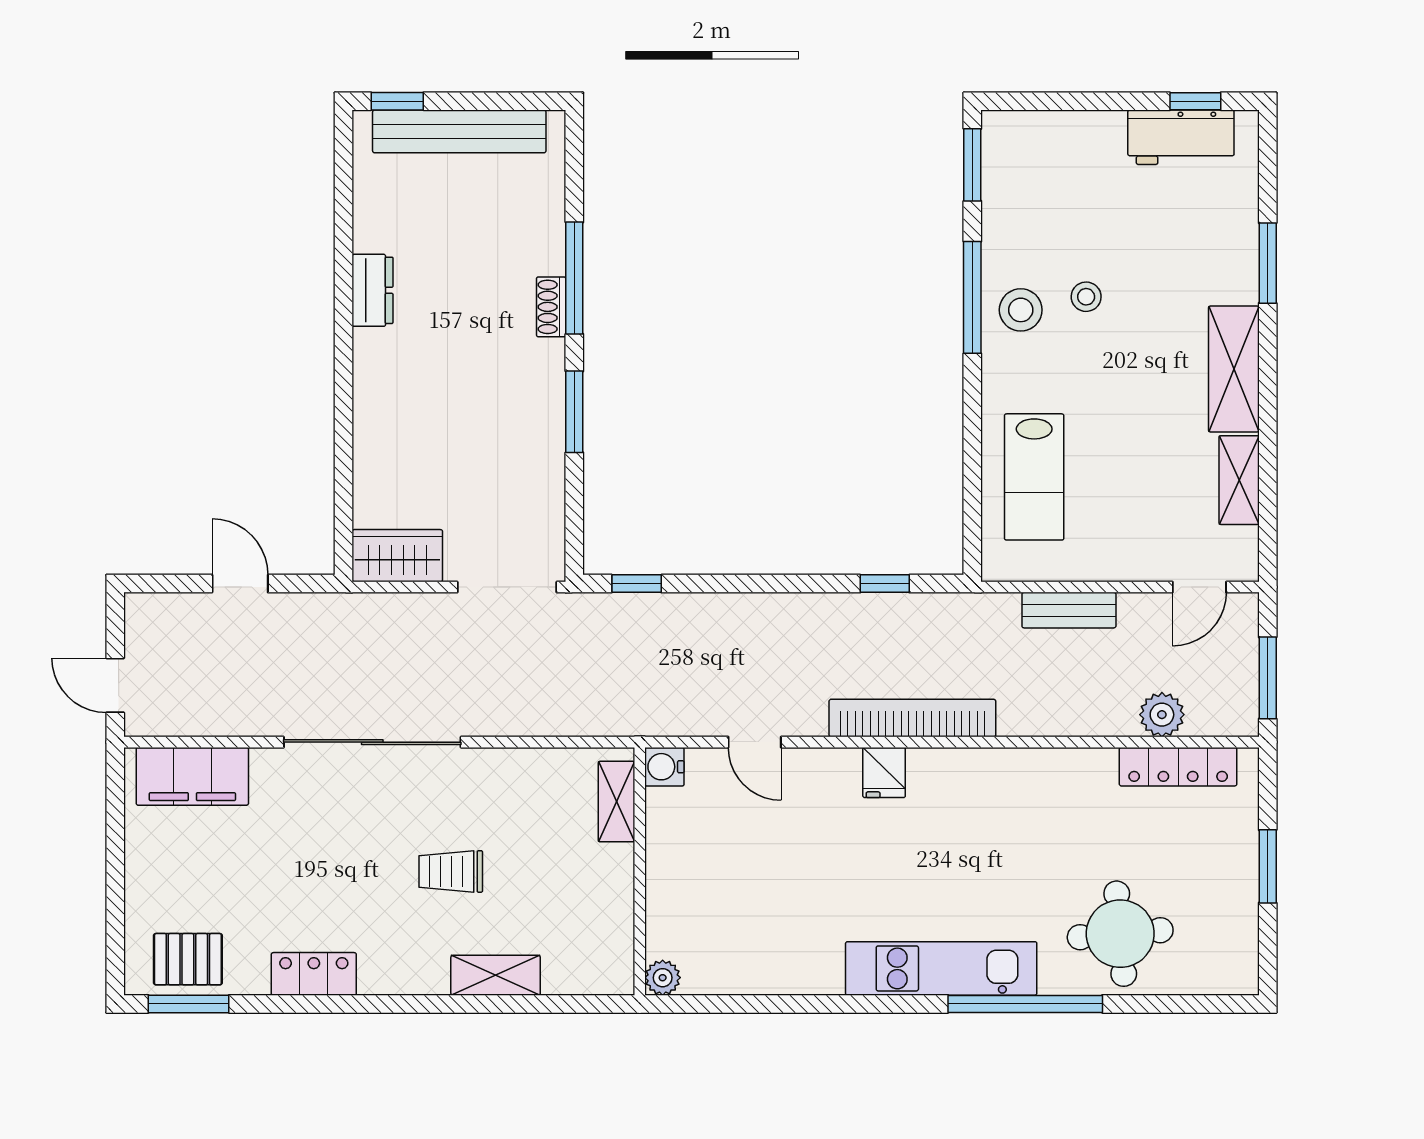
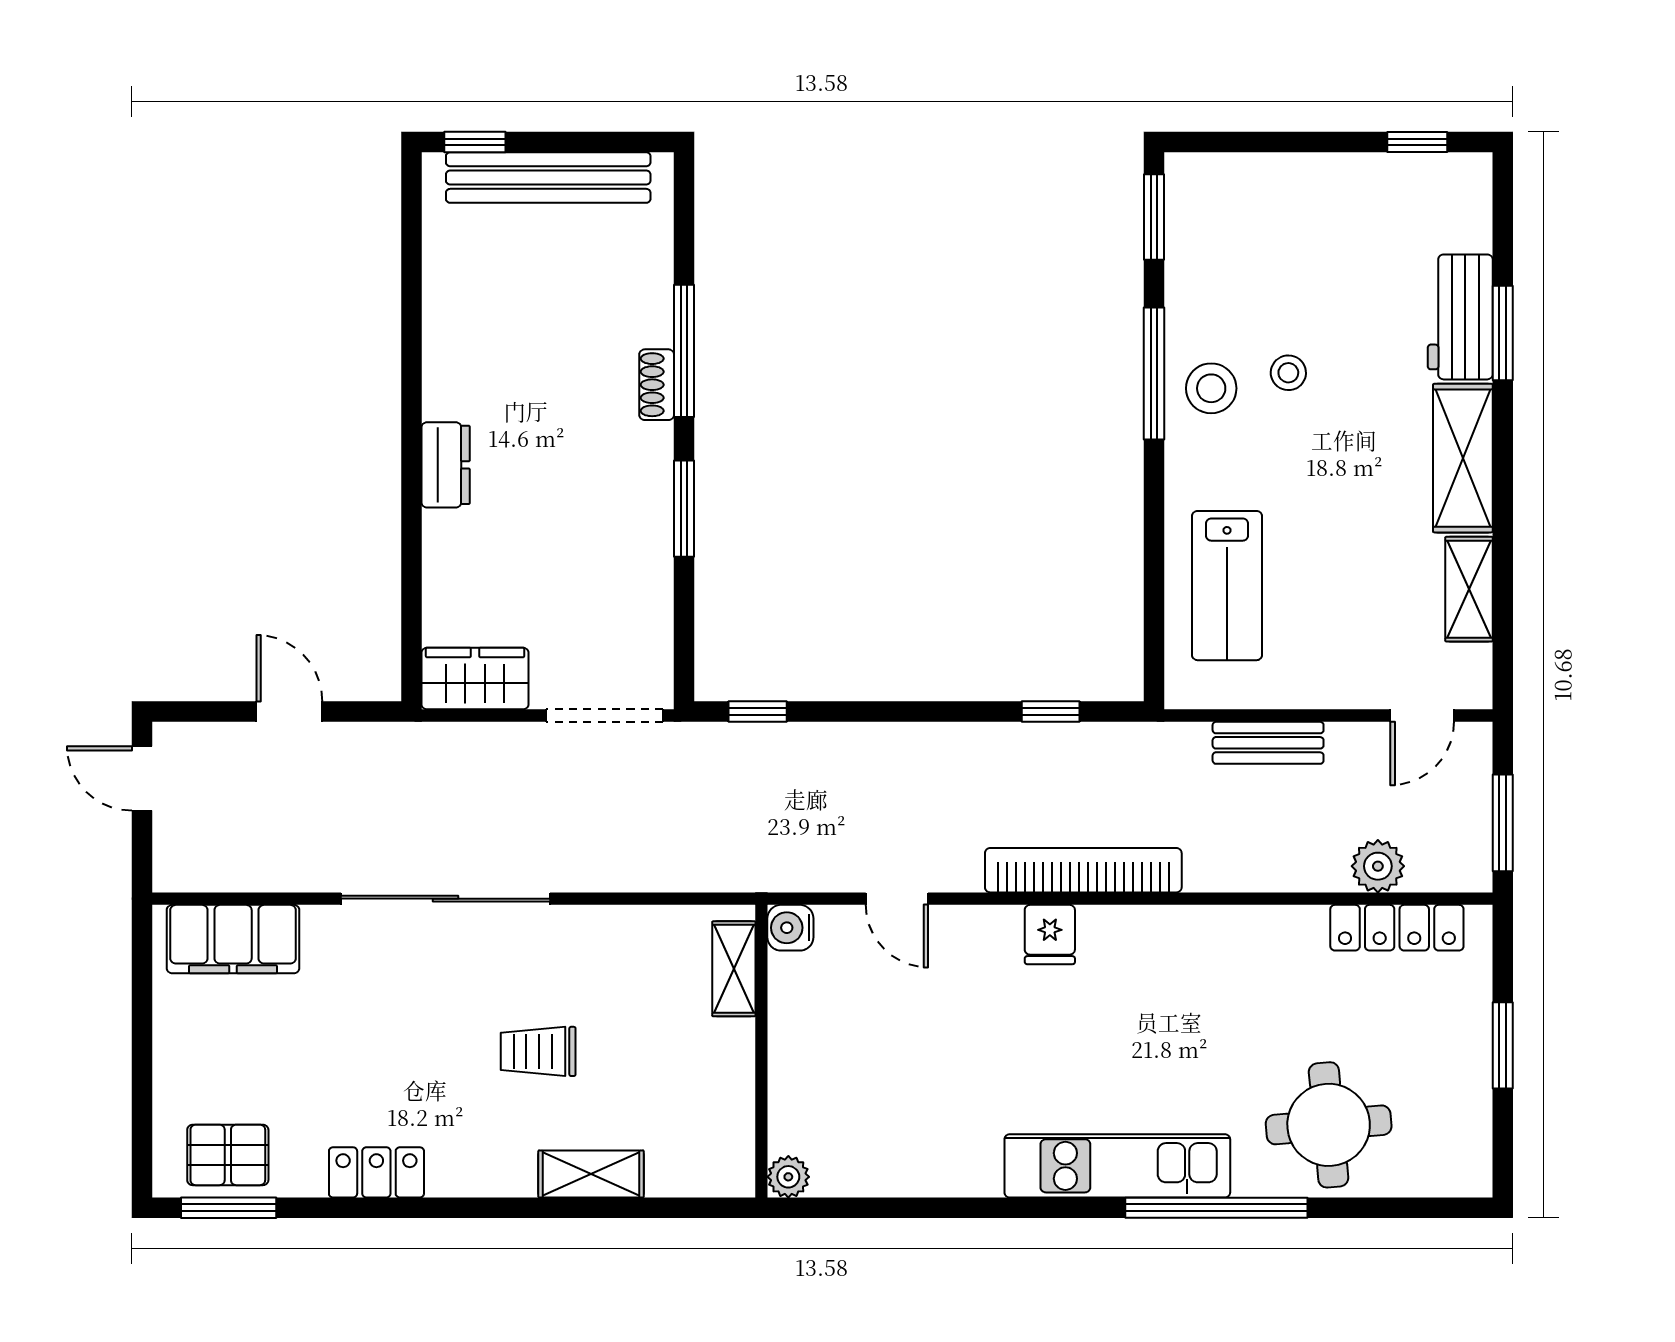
workbench: (1181, 137) -> (1460, 317), moved, turned 90
dresser: (372, 290) -> (446, 465), moved
door: (115, 685) -> (142, 778), moved

